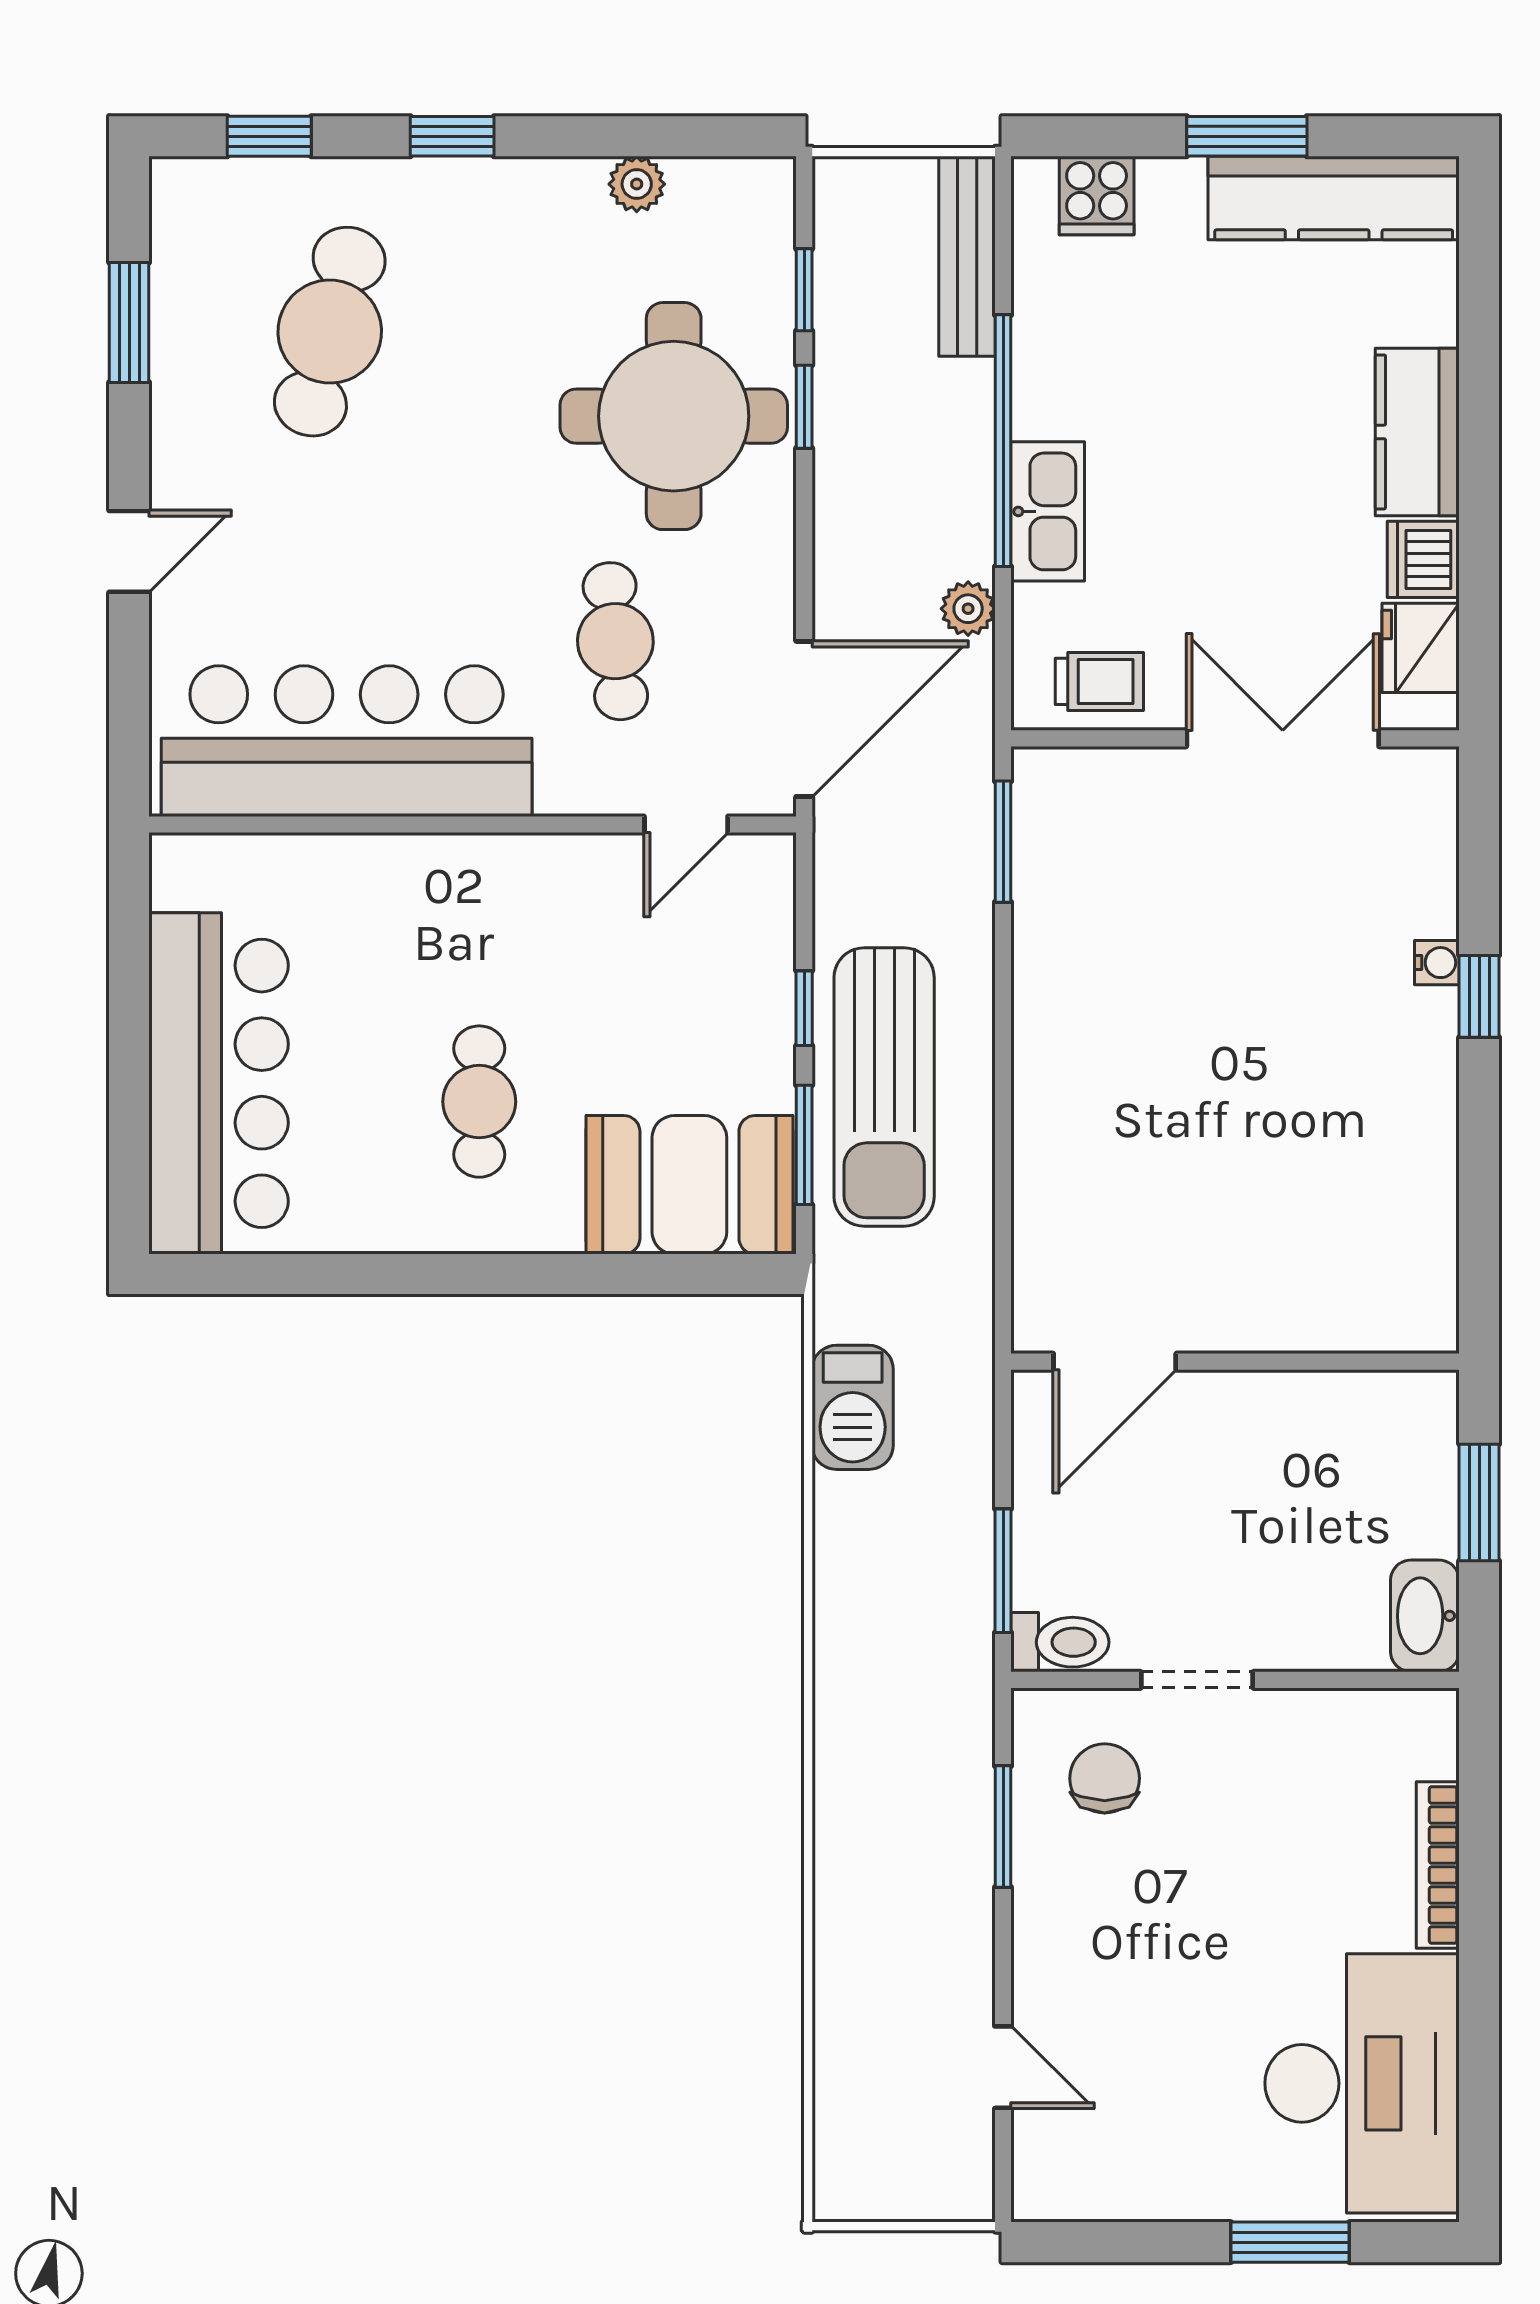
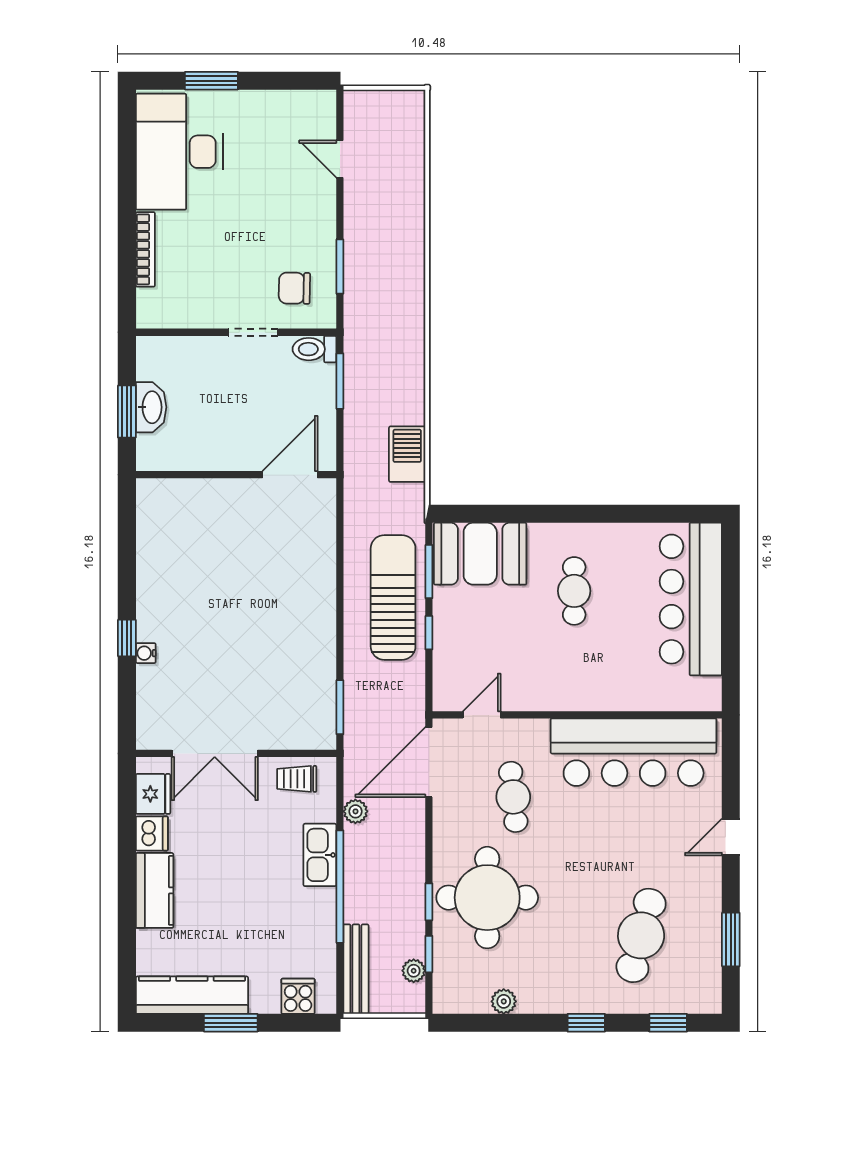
plant: (838, 253) -> (414, 971), added
washbasin: (1425, 1616) -> (151, 407), moved
chair: (1105, 1778) -> (294, 288), turned 91

